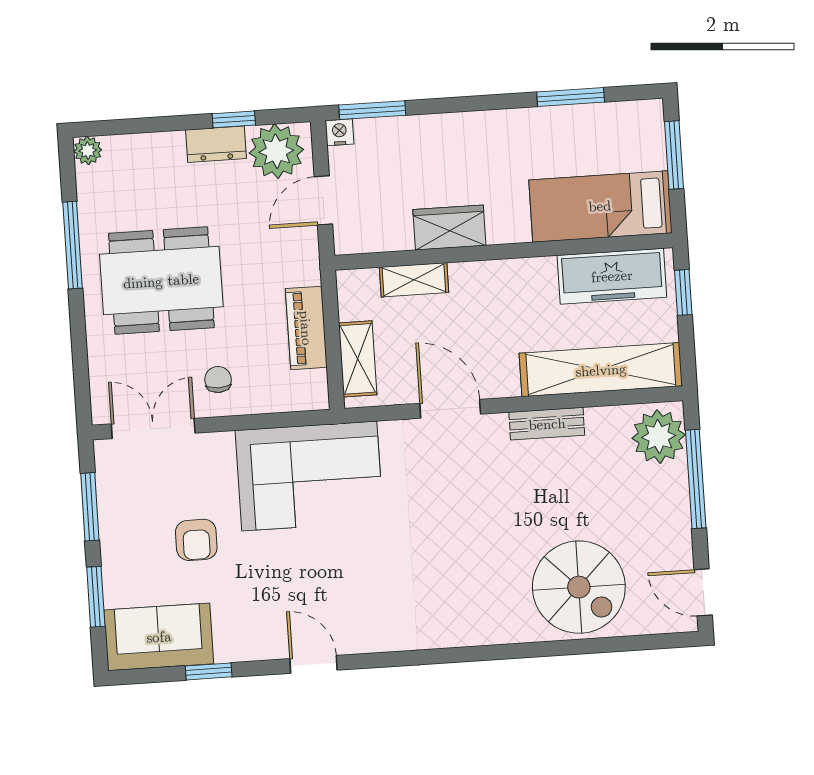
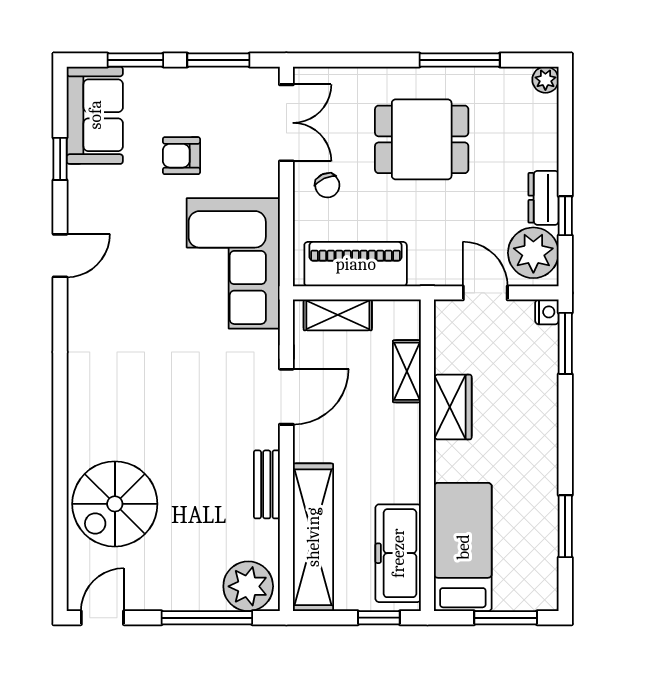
dining table: (161, 281) -> (422, 139), width x0.73
piano: (306, 328) -> (356, 264), width x1.37, depth x1.33
chair: (218, 380) -> (327, 185), turned 66

